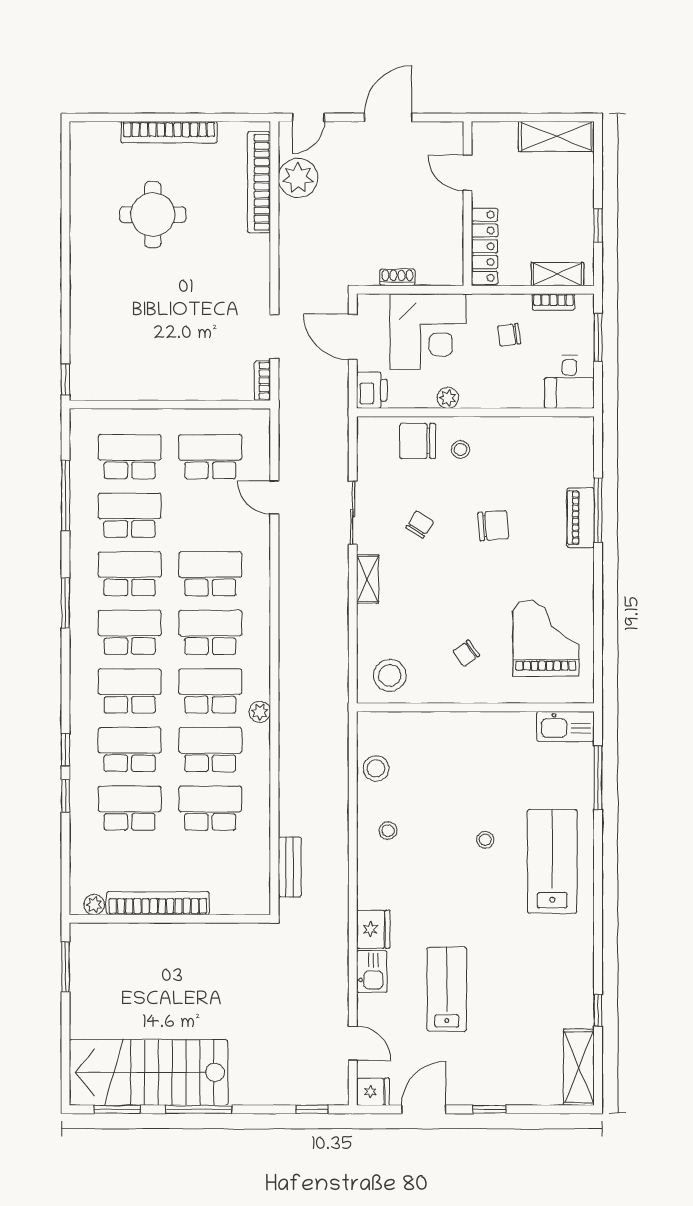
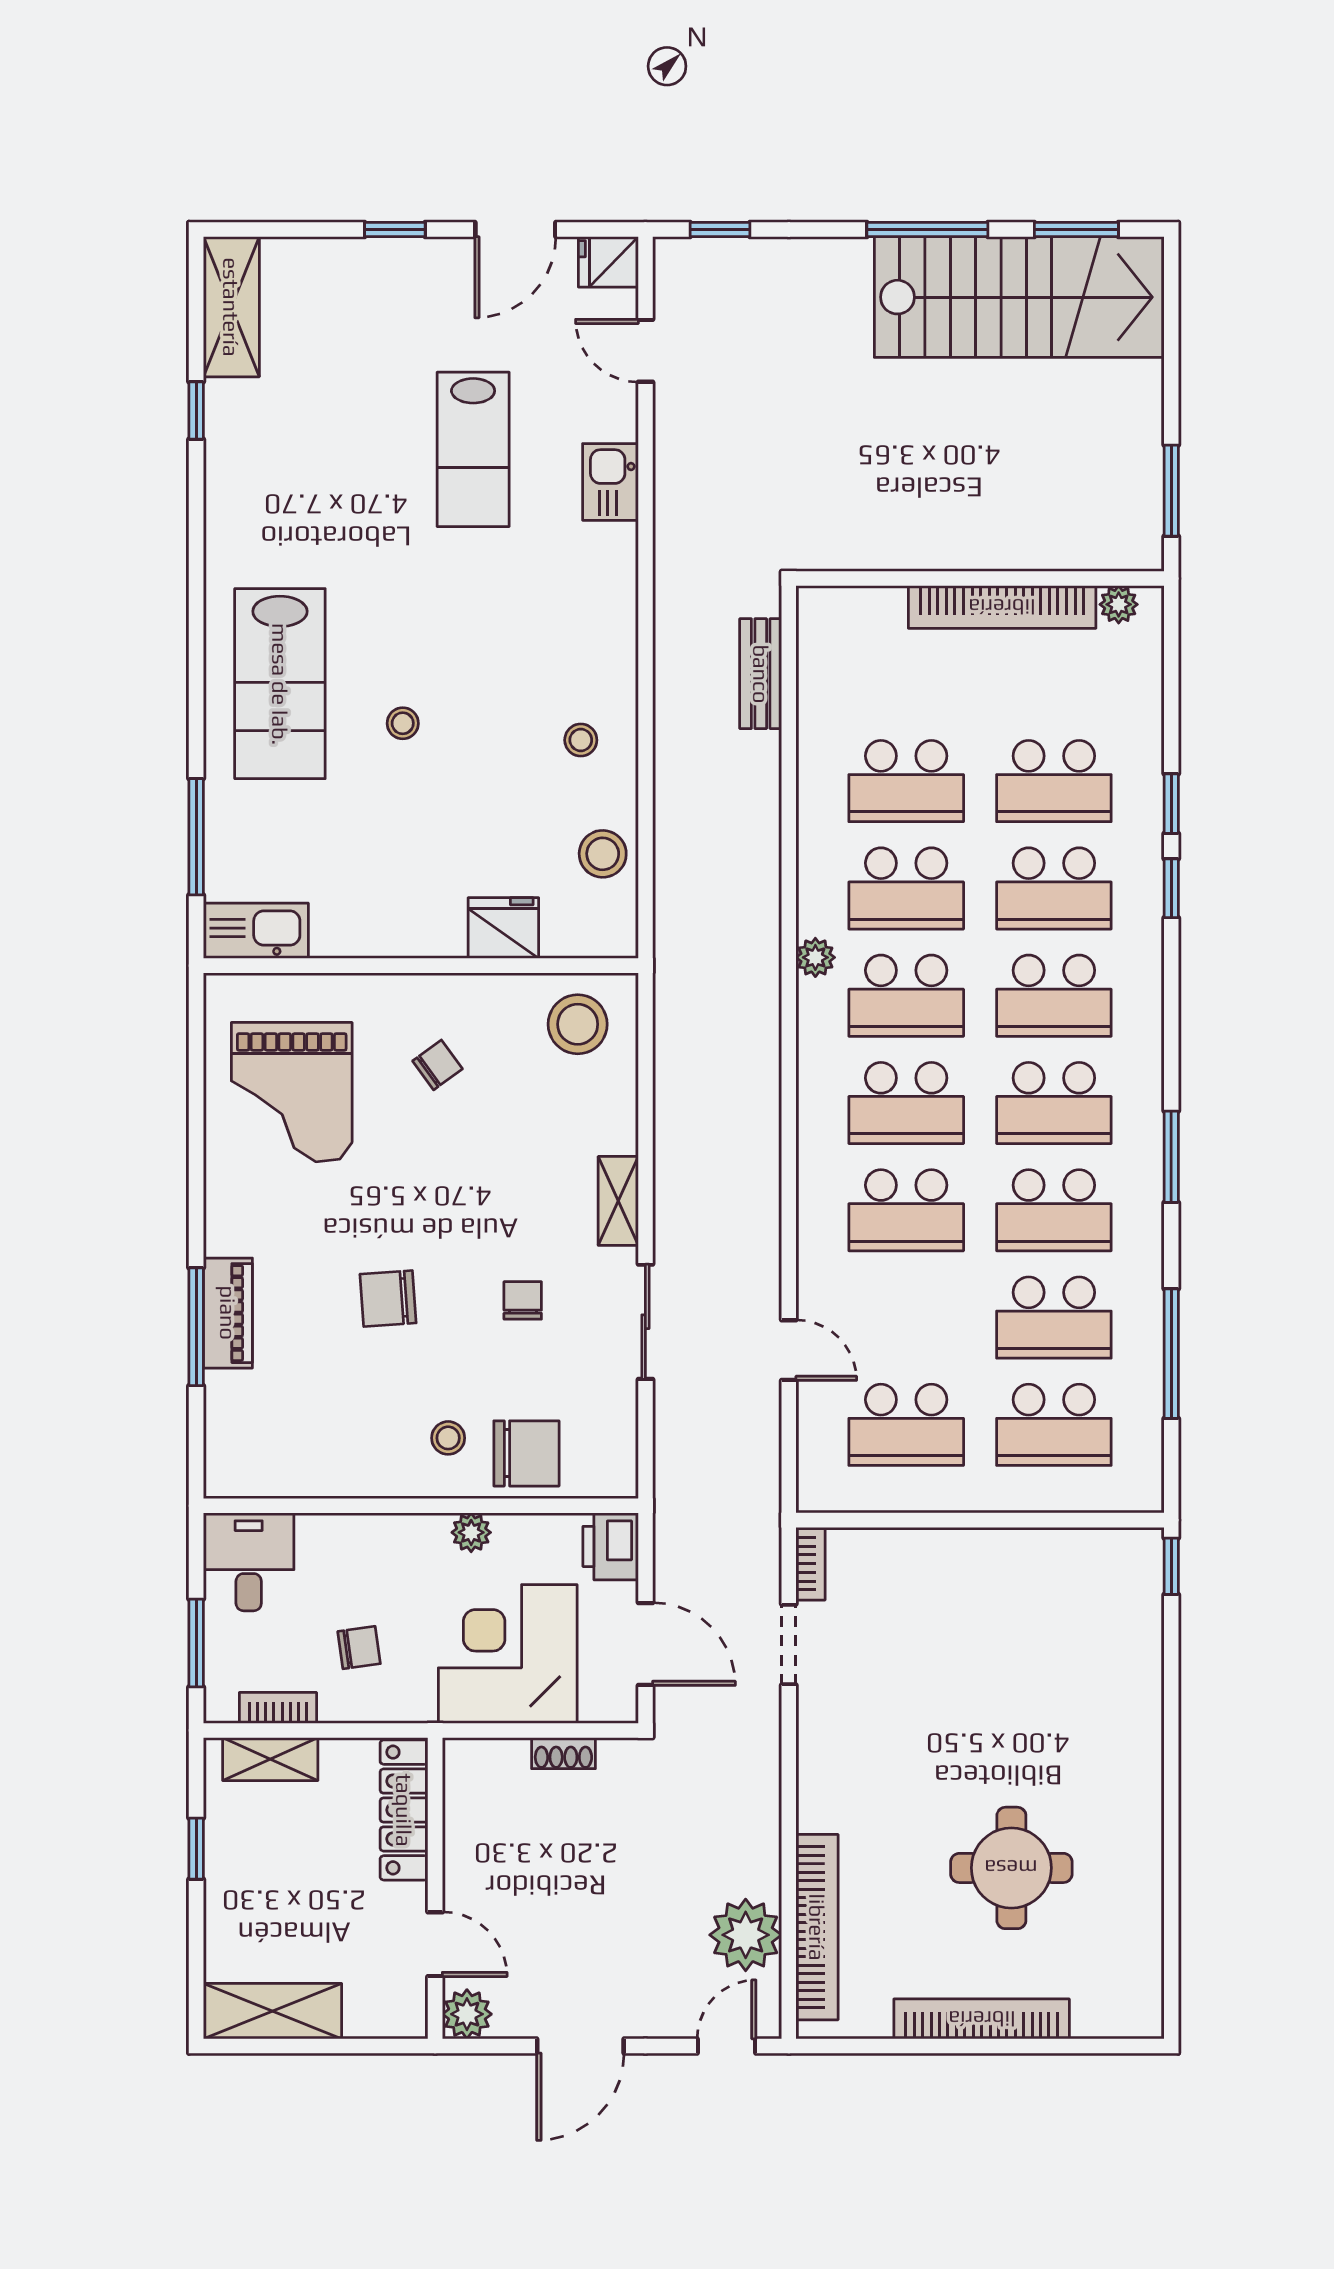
plant: (450, 135) -> (467, 2014), added
chair: (420, 525) -> (523, 1300), turned 148
fridge: (373, 929) -> (503, 928), moved, turned 90

